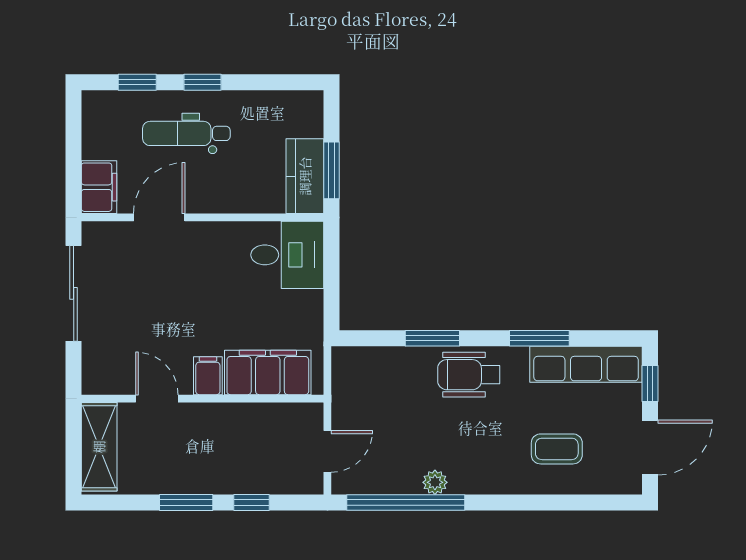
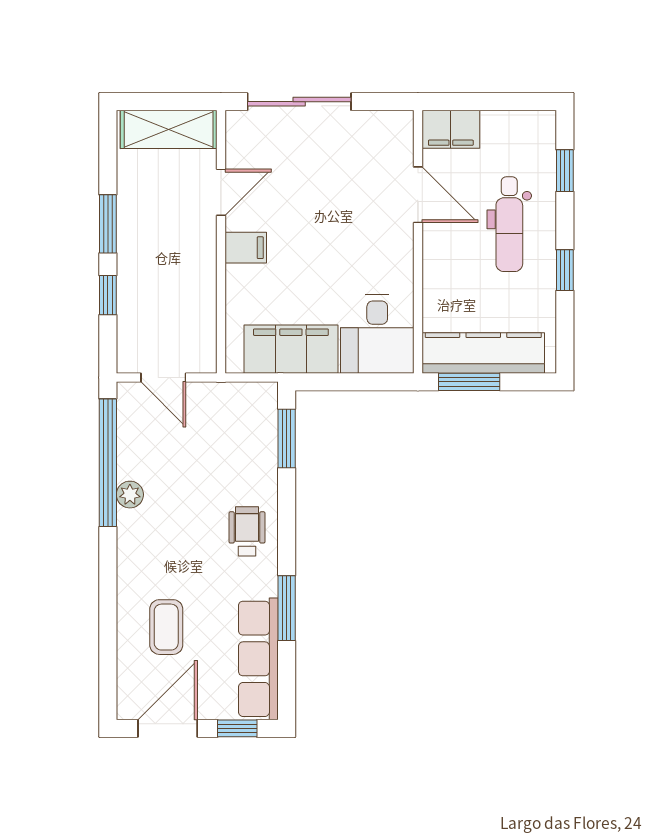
window: (202, 82) -> (565, 270), moved
dental chair: (186, 133) -> (509, 224), turned 180
kitchen counter: (305, 176) -> (483, 353), width x1.50
sliding door: (74, 293) -> (299, 102), moved
window: (432, 338) -> (287, 439), moved
filing cabinet: (268, 372) -> (291, 349), moved, turned -90
wheelchair: (469, 375) -> (247, 531), width x0.73, depth x0.73
door: (650, 448) -> (168, 728), swing flipped

